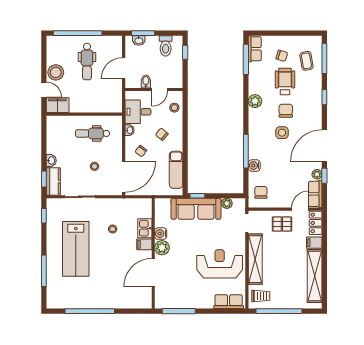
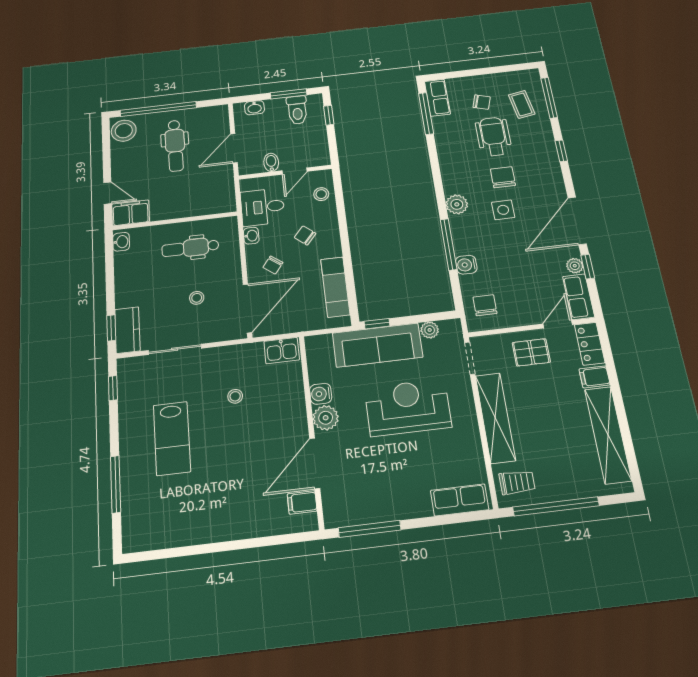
window: (143, 33) -> (289, 94), moved
stool: (56, 72) -> (124, 131), moved
plant: (255, 101) -> (457, 204), moved
washbasin: (51, 161) -> (121, 242), moved
kitchen sink: (145, 228) -> (282, 351), moved, turned -90
filing cabinet: (144, 244) -> (302, 502), moved
lab bench: (76, 249) -> (172, 438), width x0.73, depth x0.72
reception desk: (220, 264) -> (408, 407), moved
window: (90, 311) -> (204, 549), removed

